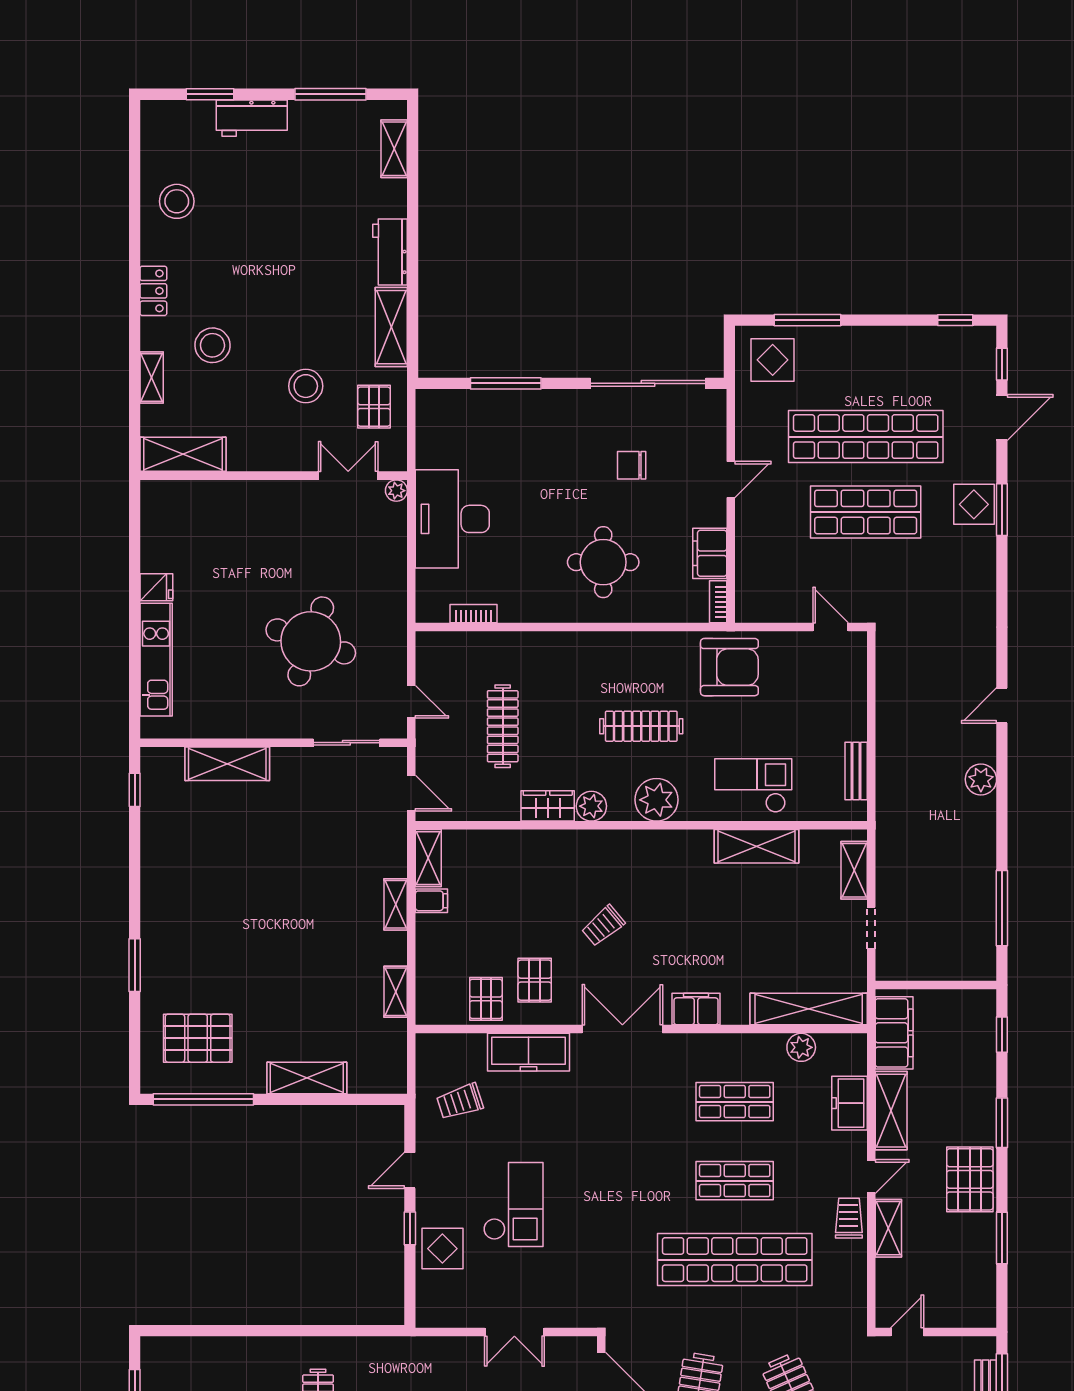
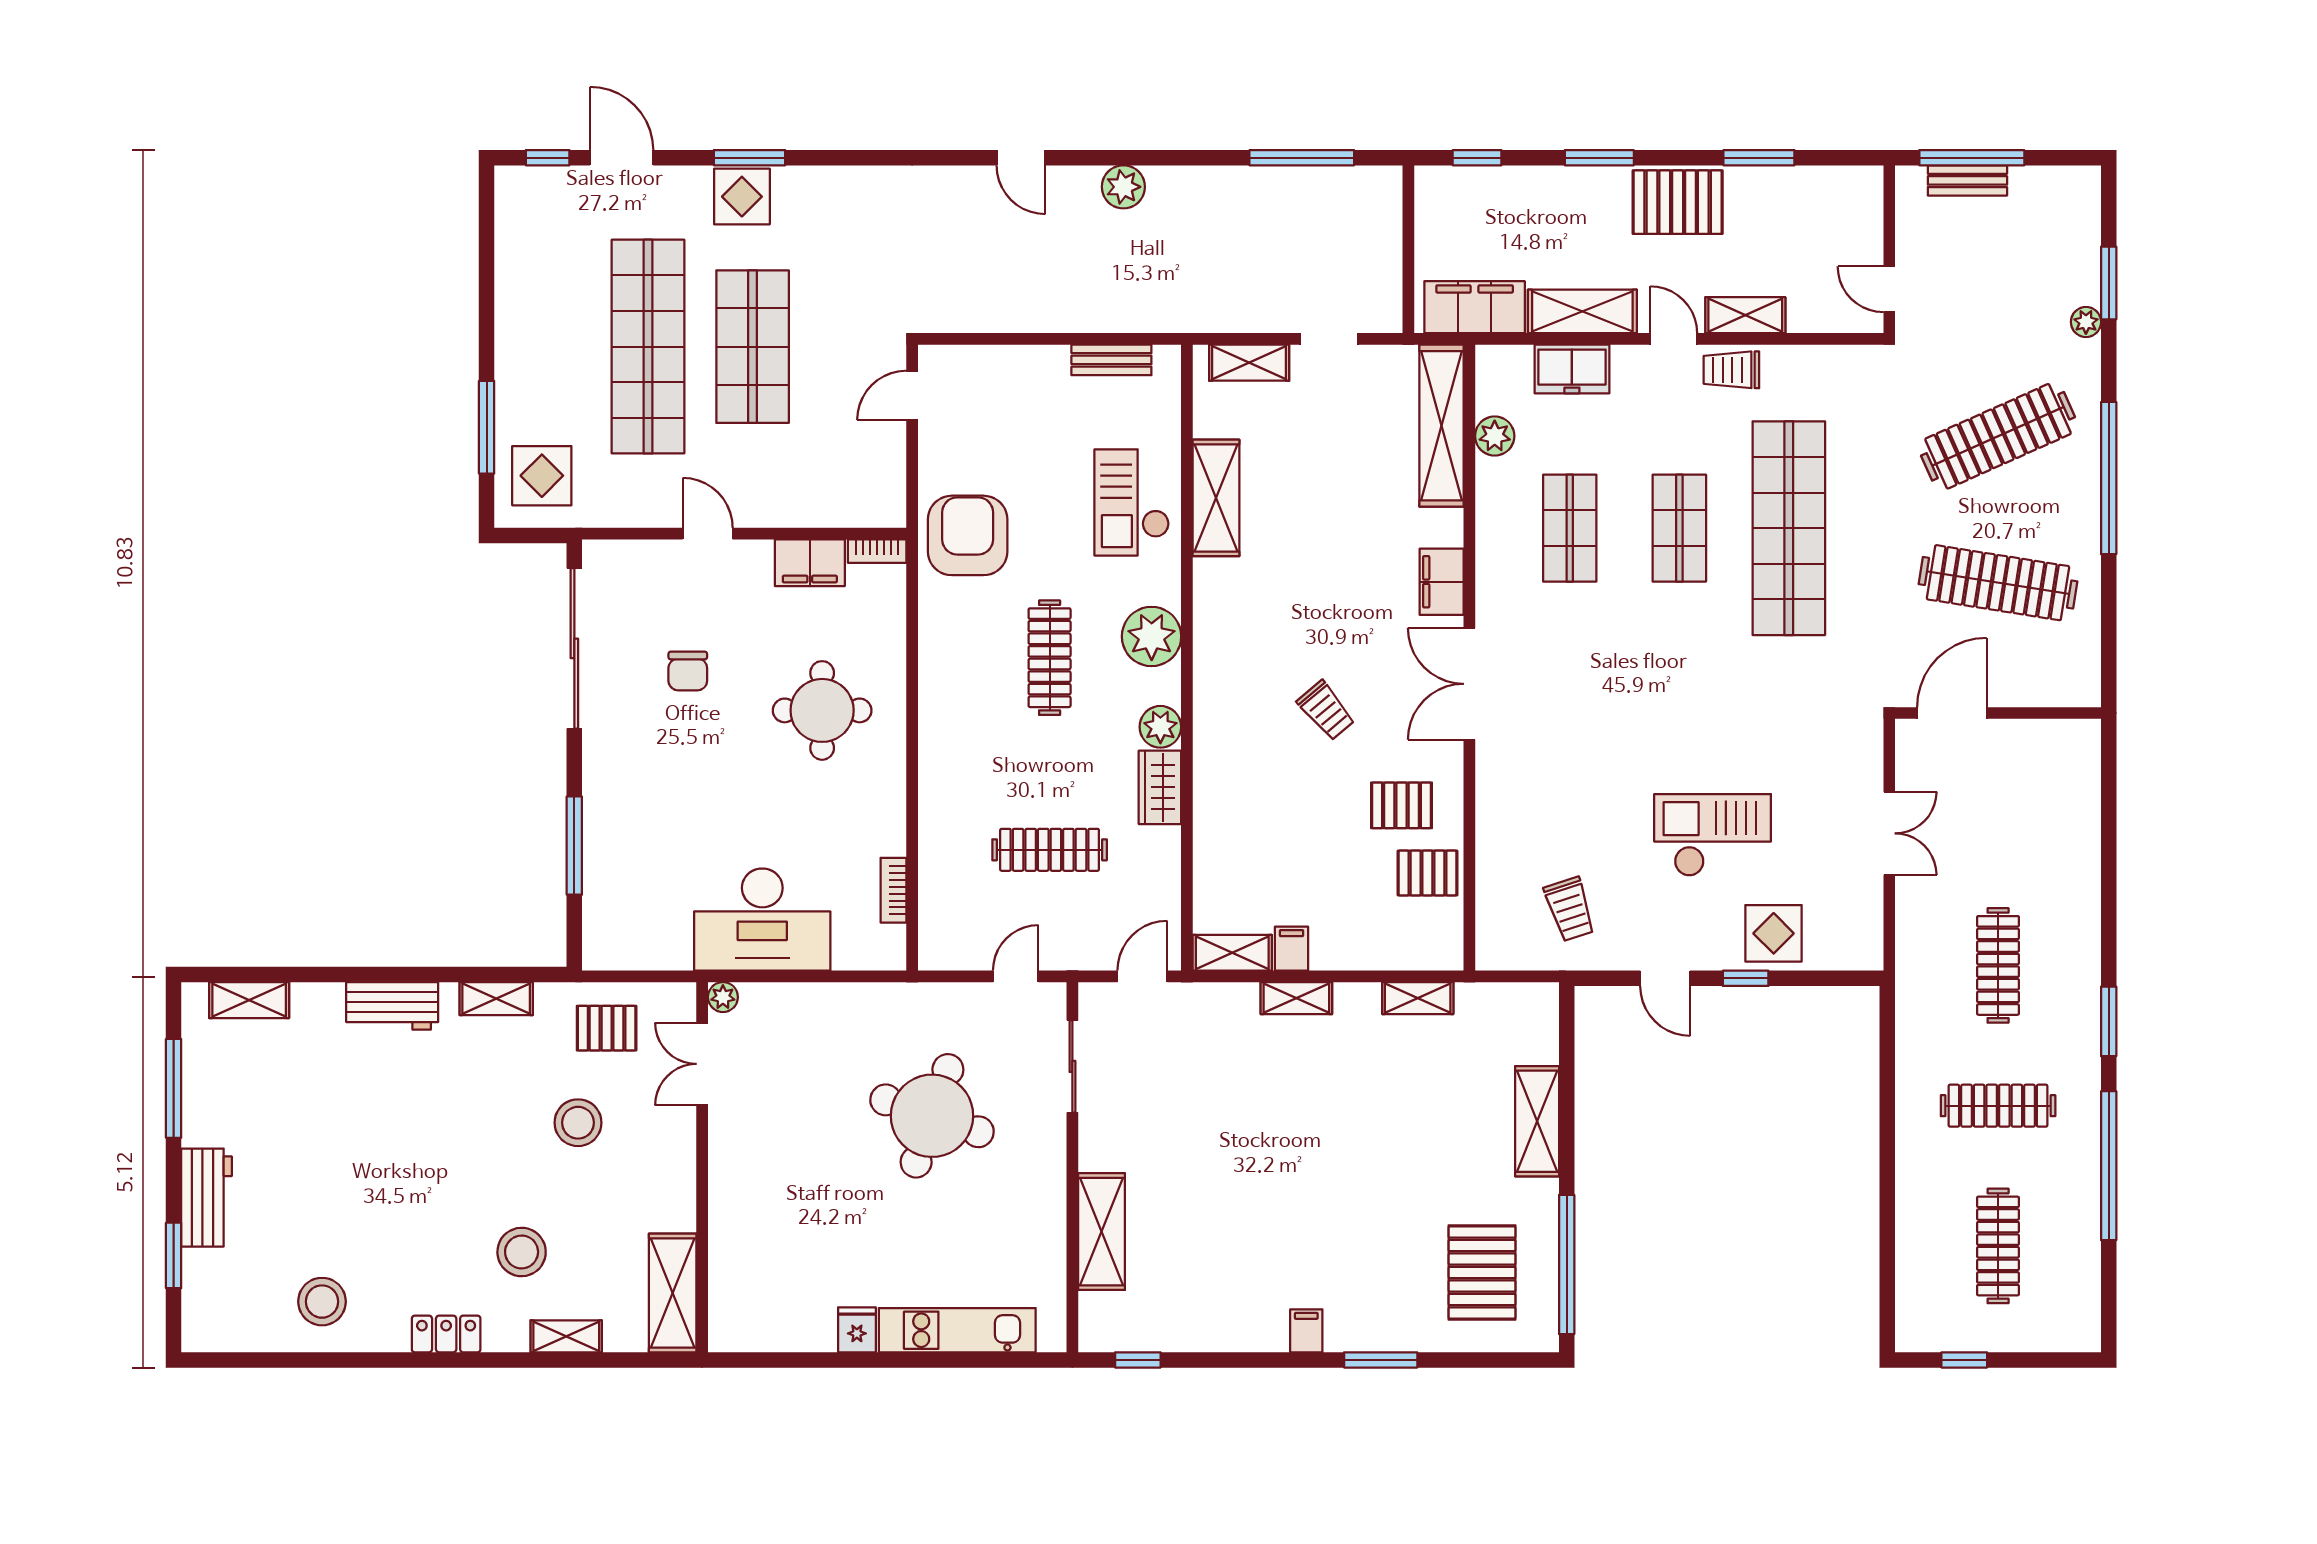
window: (955, 320) -> (487, 222), removed
shelving: (391, 327) -> (496, 999), width x0.67, depth x0.75
filing cabinet: (156, 911) -> (1306, 1331), added
freezer: (529, 1052) -> (1501, 814), removed

